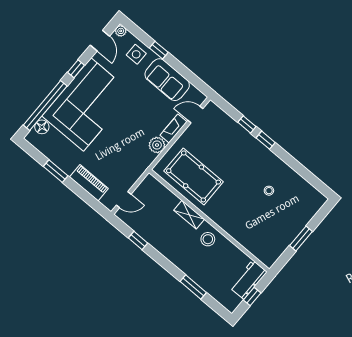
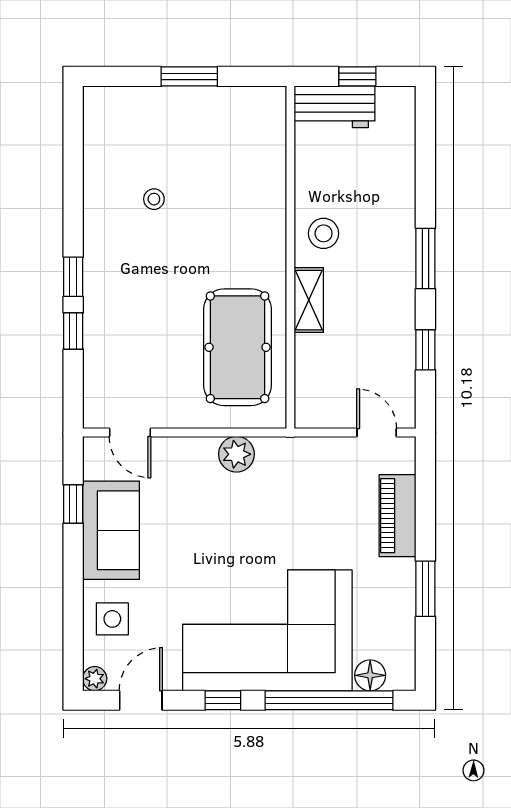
window: (159, 50) -> (73, 504), moved
fireplace: (173, 129) -> (185, 450), removed
window: (193, 287) -> (425, 259), moved

